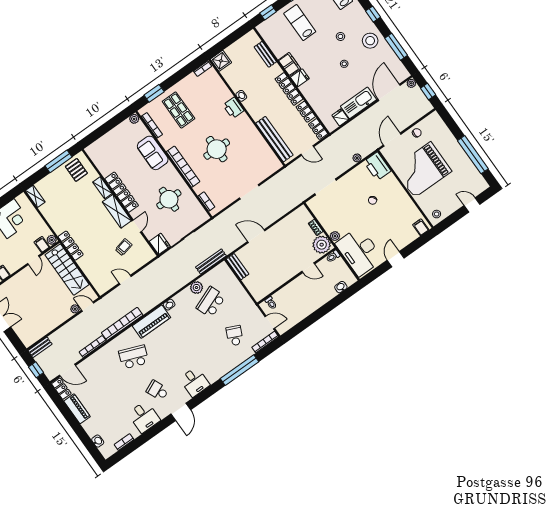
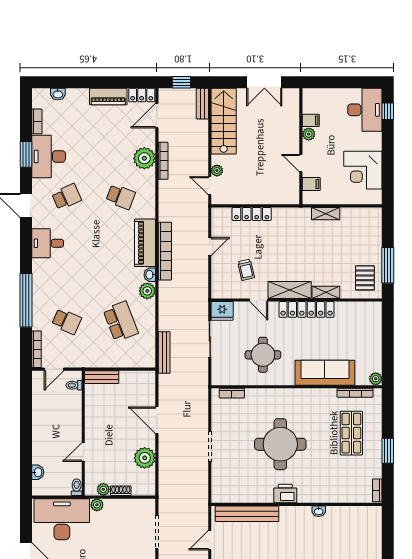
shower: (221, 61) -> (372, 516), removed
window: (154, 93) -> (388, 451), moved
printer: (233, 108) -> (285, 494), moved
shop shelf: (178, 110) -> (351, 433), turned 90
round table: (217, 149) -> (280, 444), width x1.36, depth x1.36
sofa: (153, 153) -> (325, 373), width x1.36
bookcase: (183, 167) -> (287, 395), removed
pallet: (76, 170) -> (365, 278), turned 90
shelving: (35, 196) -> (326, 214), moved
plant: (285, 227) -> (145, 458), added
door: (256, 236) -> (157, 420), swing flipped
plant: (52, 240) -> (309, 134), moved
plant: (322, 245) -> (103, 489), width x0.53, depth x0.53
locker: (71, 246) -> (252, 214), moved
bench: (238, 267) -> (102, 377), moved
stairs: (67, 270) -> (224, 121), moved, turned 90
plant: (196, 288) -> (147, 291), moved
door: (88, 307) -> (210, 186), swing flipped
bookcase: (122, 324) -> (165, 251), moved
school desk: (134, 357) -> (121, 197), width x0.54
plant: (99, 359) -> (144, 158), added
desk: (144, 417) -> (49, 156), width x1.37
window: (149, 434) -> (26, 154), added

